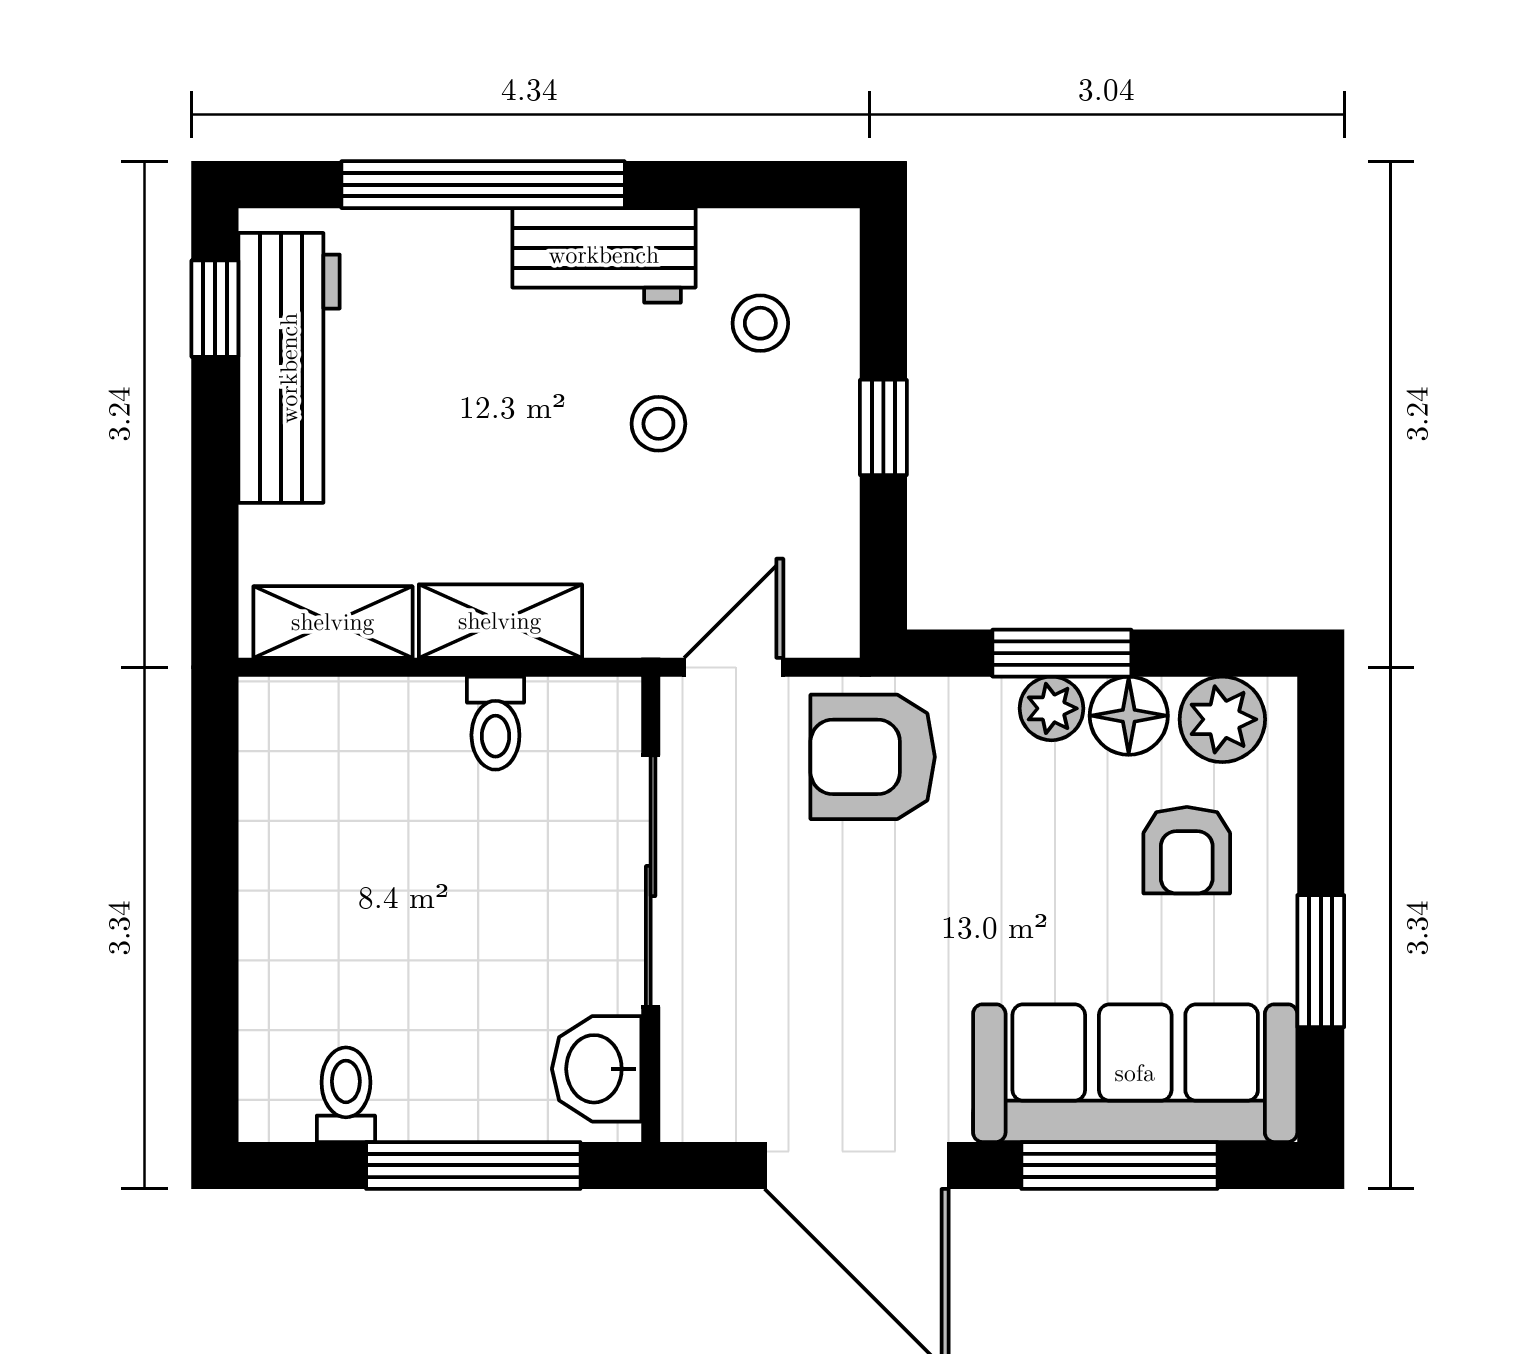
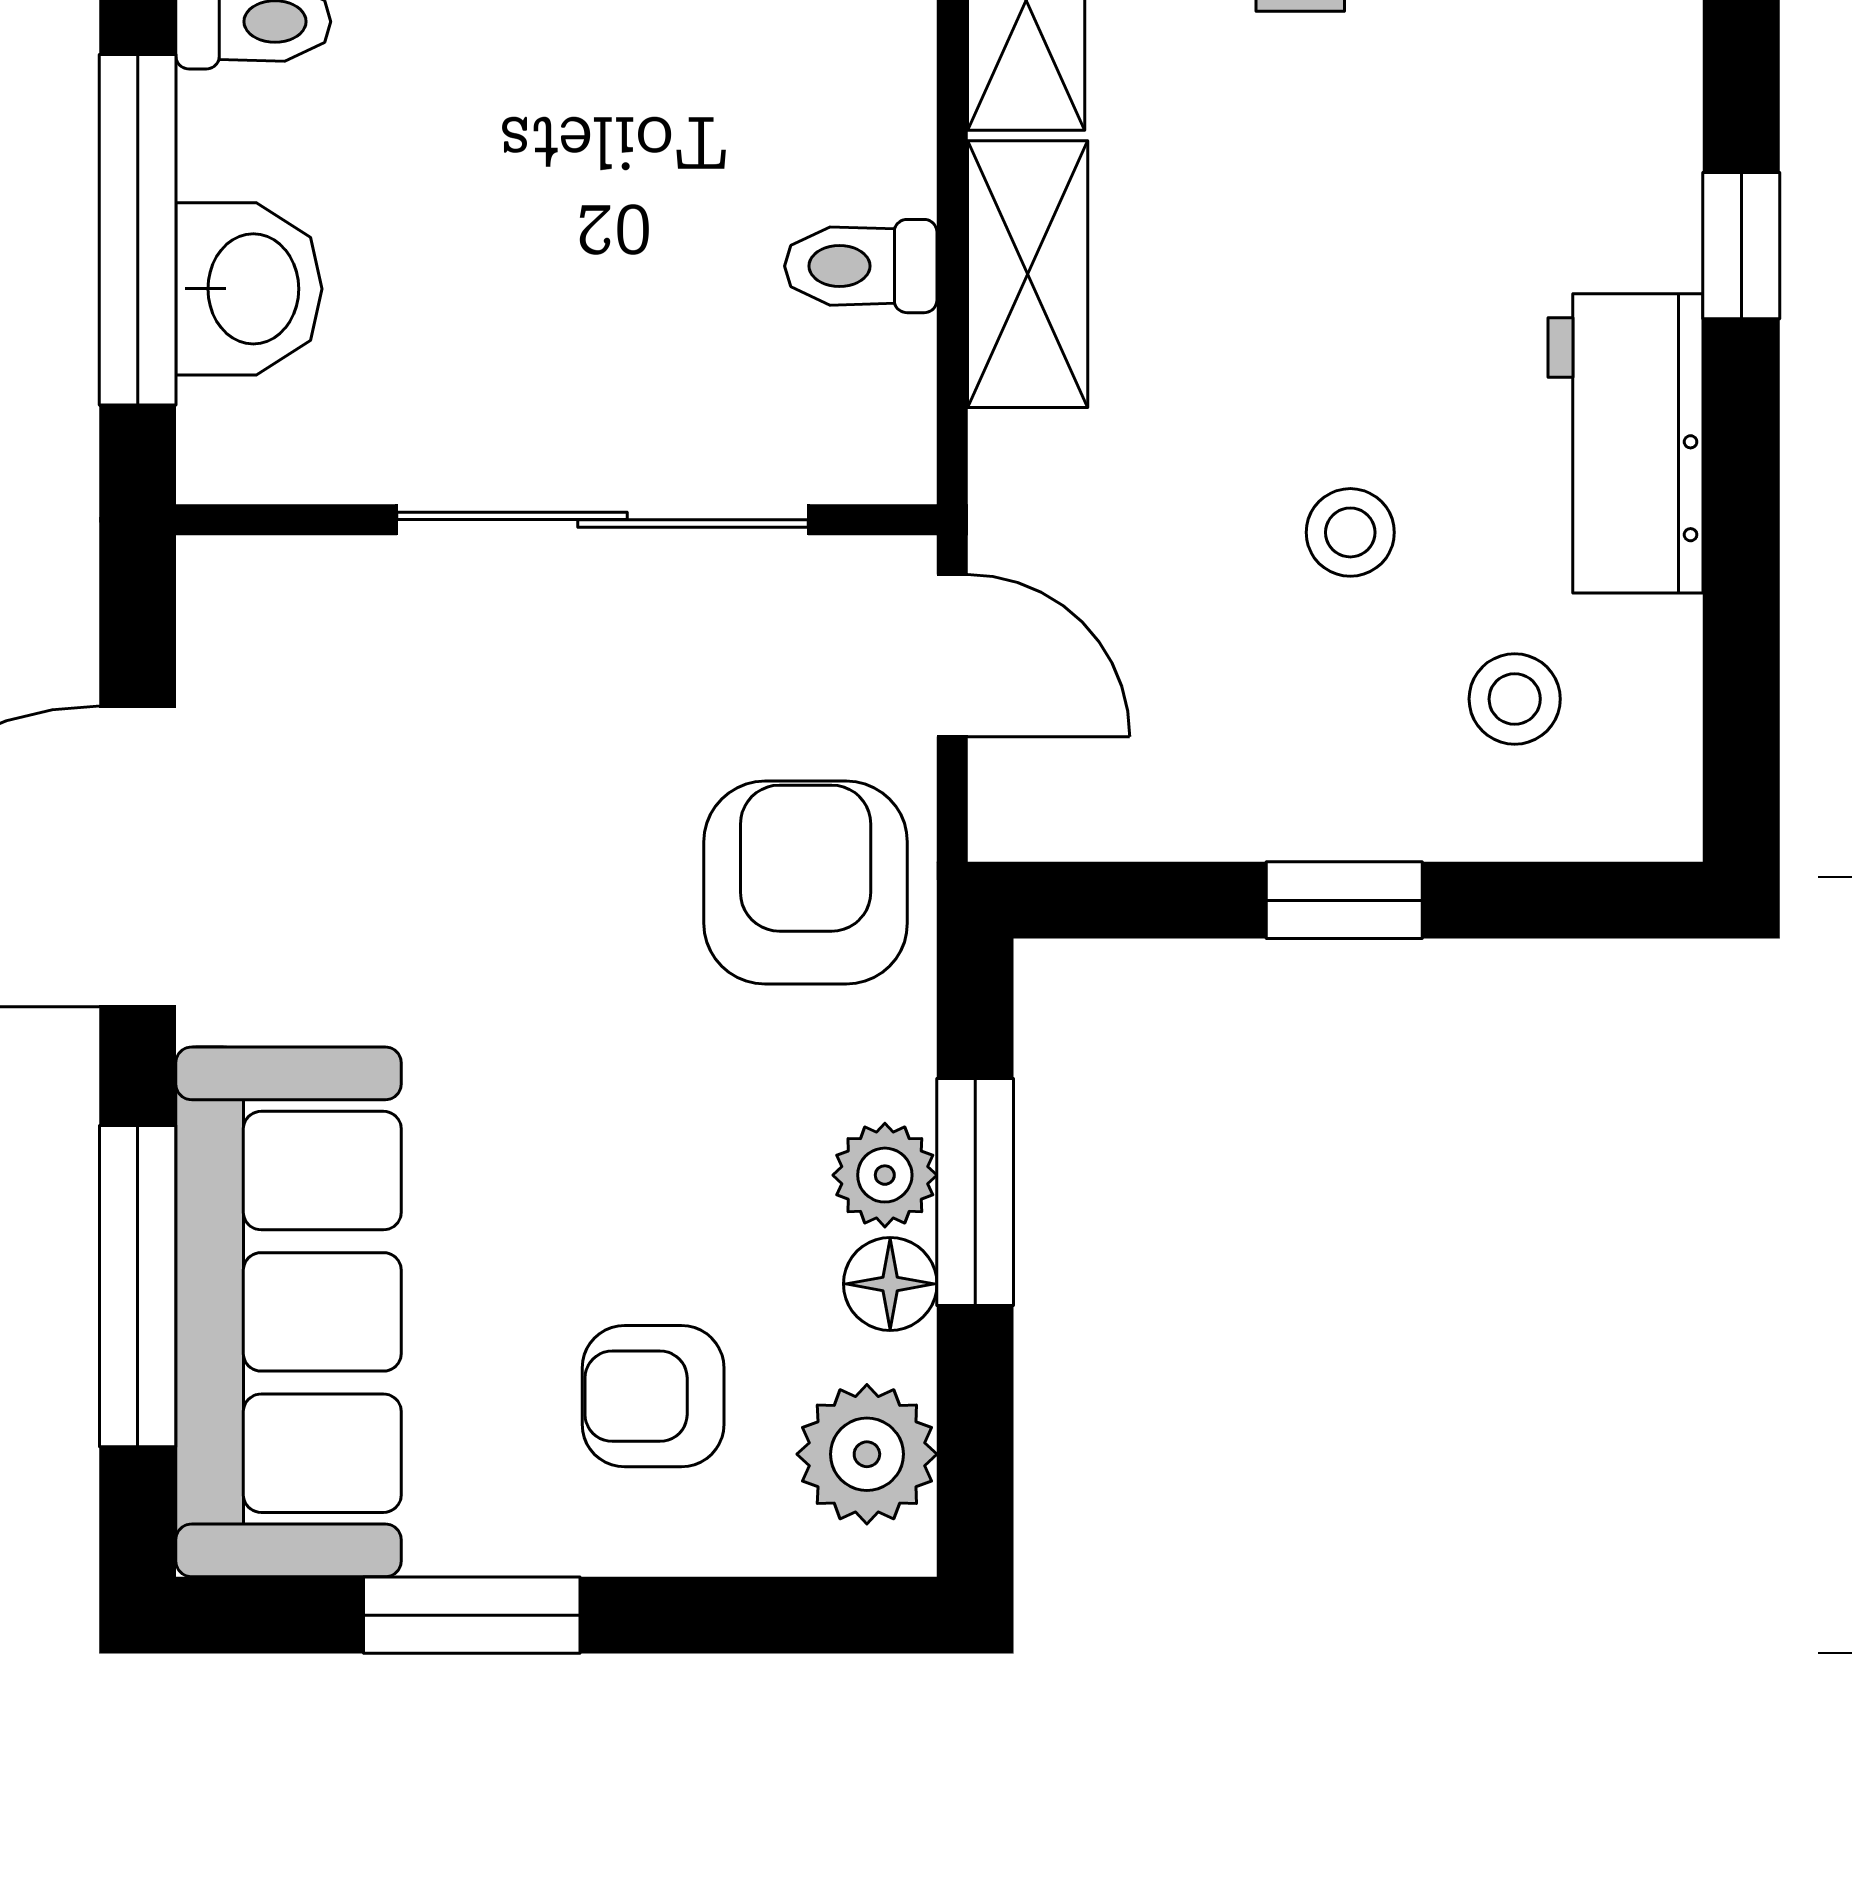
window: (483, 185) -> (1741, 246), width x0.32
floor lamp: (1129, 716) -> (890, 1284), width x0.73, depth x0.73
washbasin: (597, 1069) -> (249, 289), moved, turned 90

